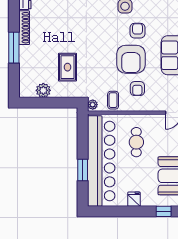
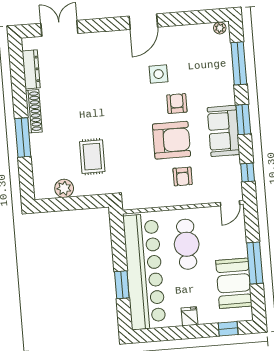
armchair: (131, 59) -> (171, 140), turned -90
coffee table: (113, 100) -> (153, 194), removed
plant: (93, 105) -> (128, 201), removed
cafe table: (136, 142) -> (187, 244), width x1.37, depth x1.35

